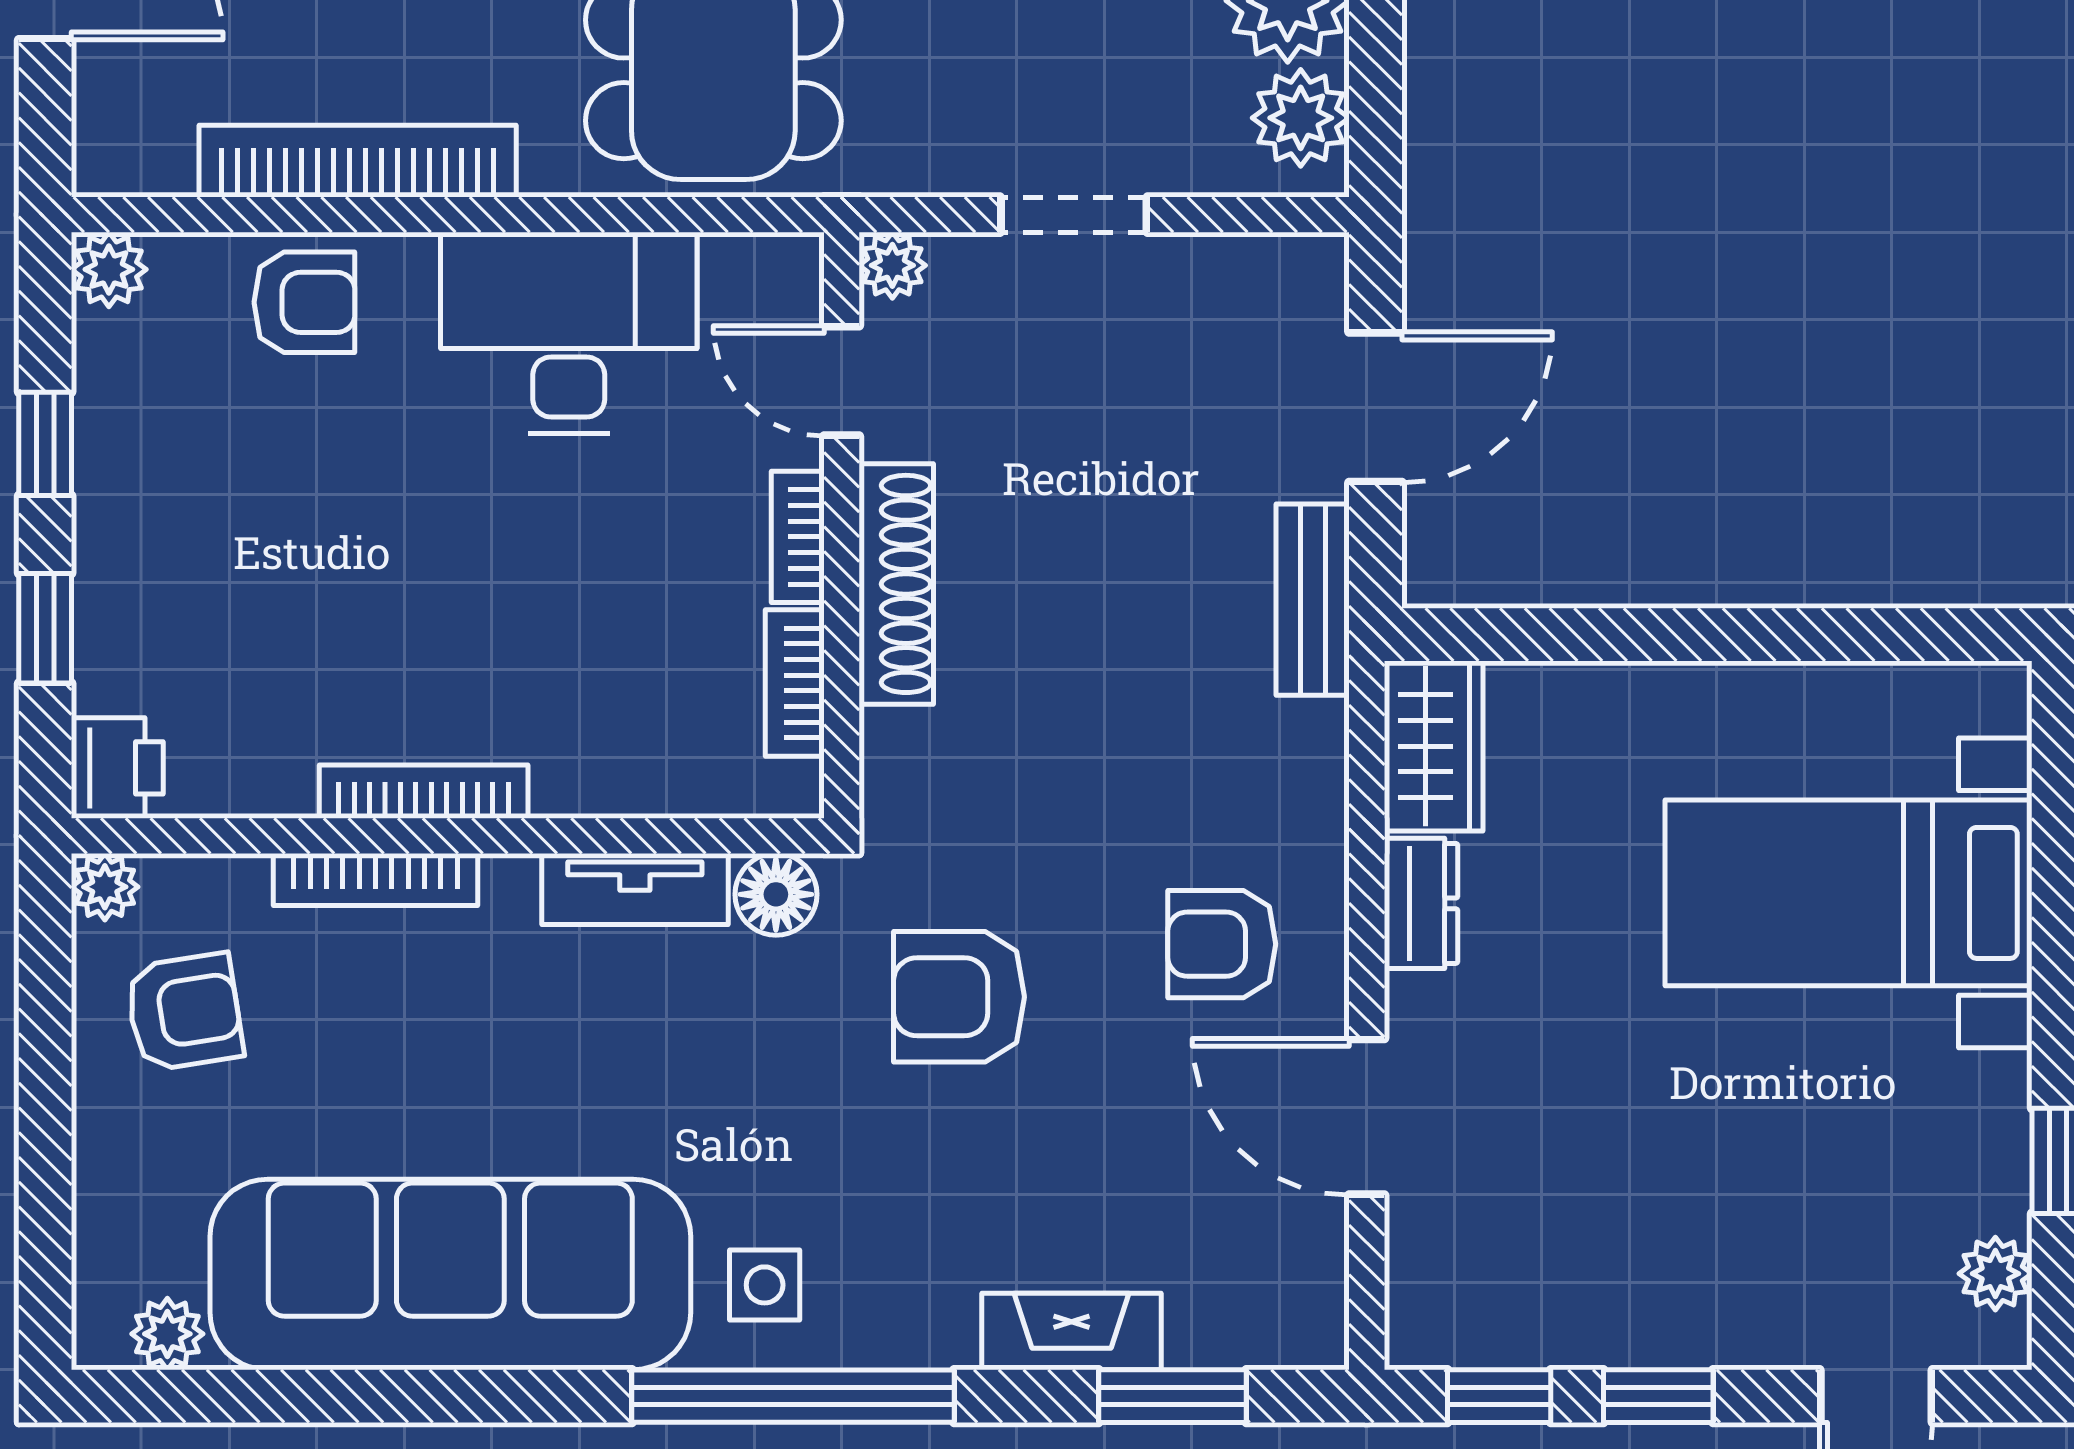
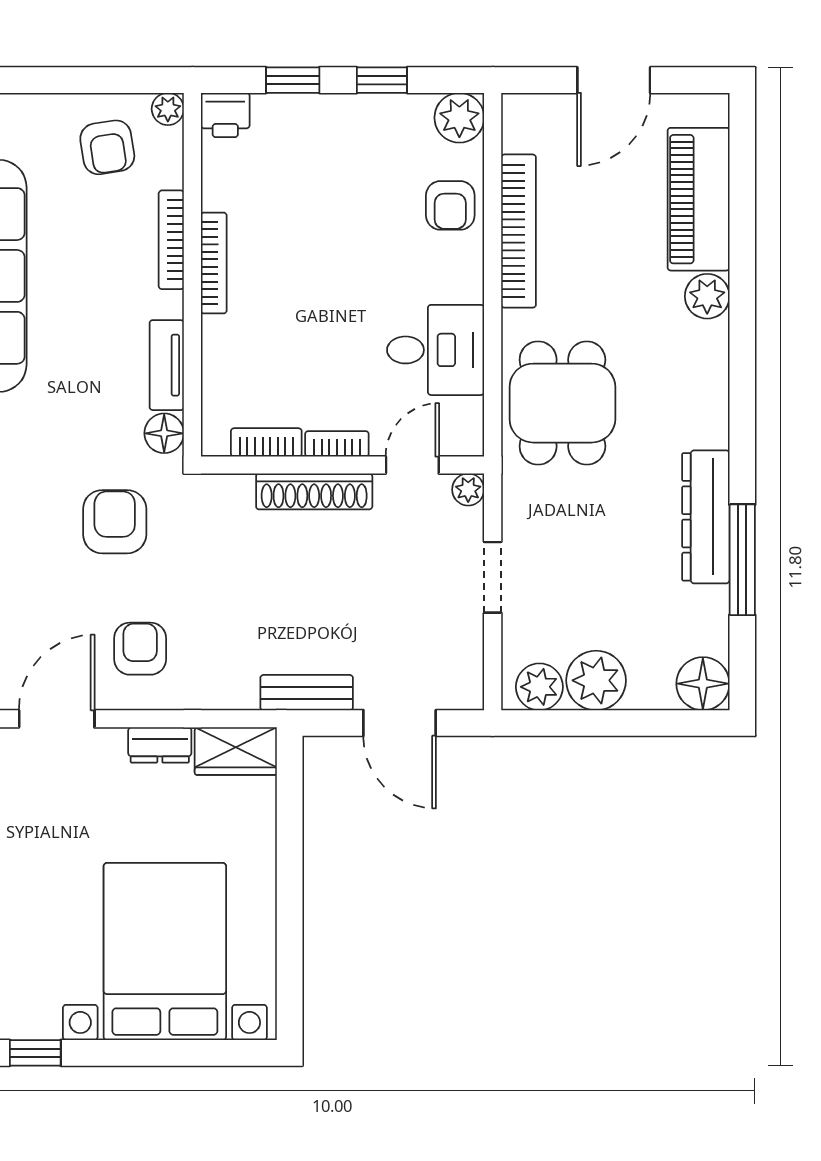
plant: (109, 269) -> (459, 118), width x1.38, depth x1.38
desk: (569, 333) -> (436, 350), width x0.73
bed with nightstands: (1848, 893) -> (165, 952), width x1.36

